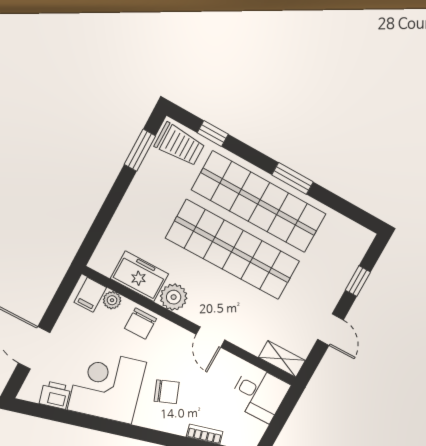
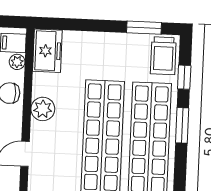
window: (293, 178) -> (182, 125), moved
freezer: (140, 276) -> (47, 51), moved

